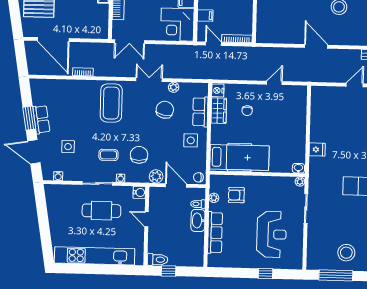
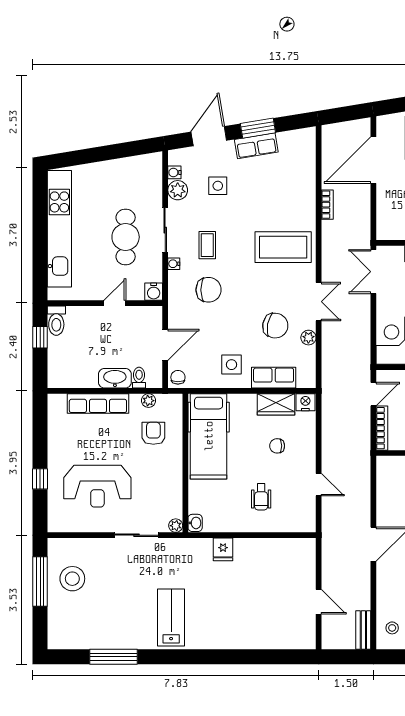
wheelchair: (282, 123) -> (261, 497), added
plant: (156, 176) -> (178, 190), moved
stool: (346, 253) -> (72, 579), moved

